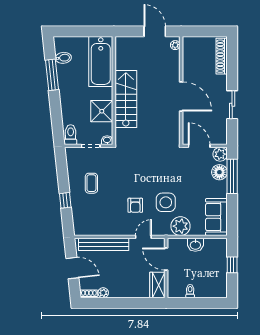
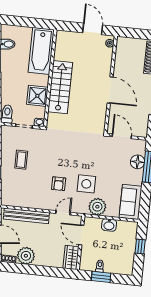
plant: (220, 154) -> (140, 146), removed
plant: (103, 293) -> (26, 256), width x1.88, depth x1.88
window: (193, 303) -> (101, 277), added

